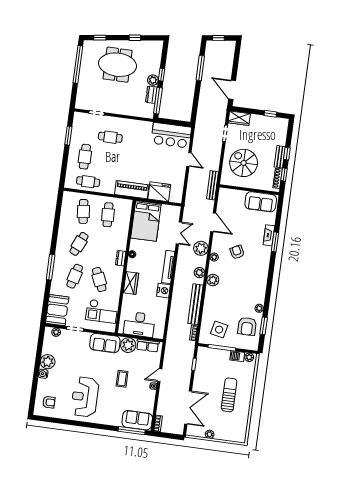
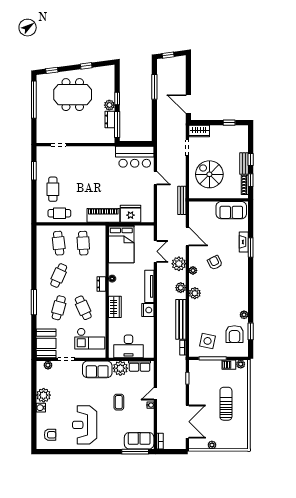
cafe table: (110, 137) -> (75, 167), removed

